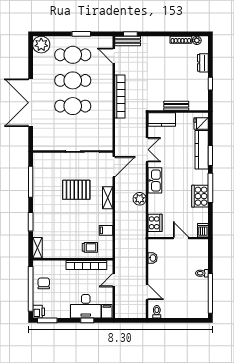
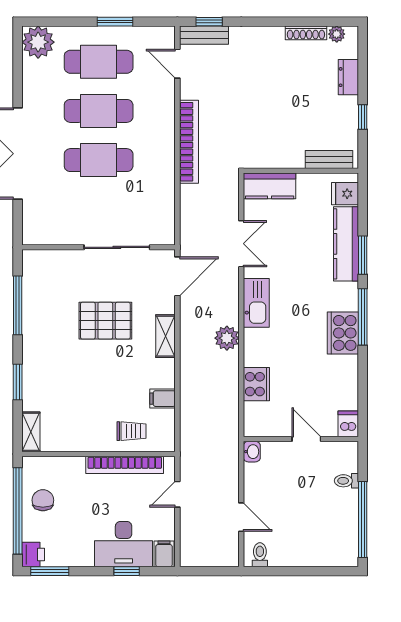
bench: (176, 106) -> (329, 160), moved
dishwasher: (203, 230) -> (348, 424), moved
wall: (178, 238) -> (301, 439), moved
door: (181, 238) -> (306, 439), moved

